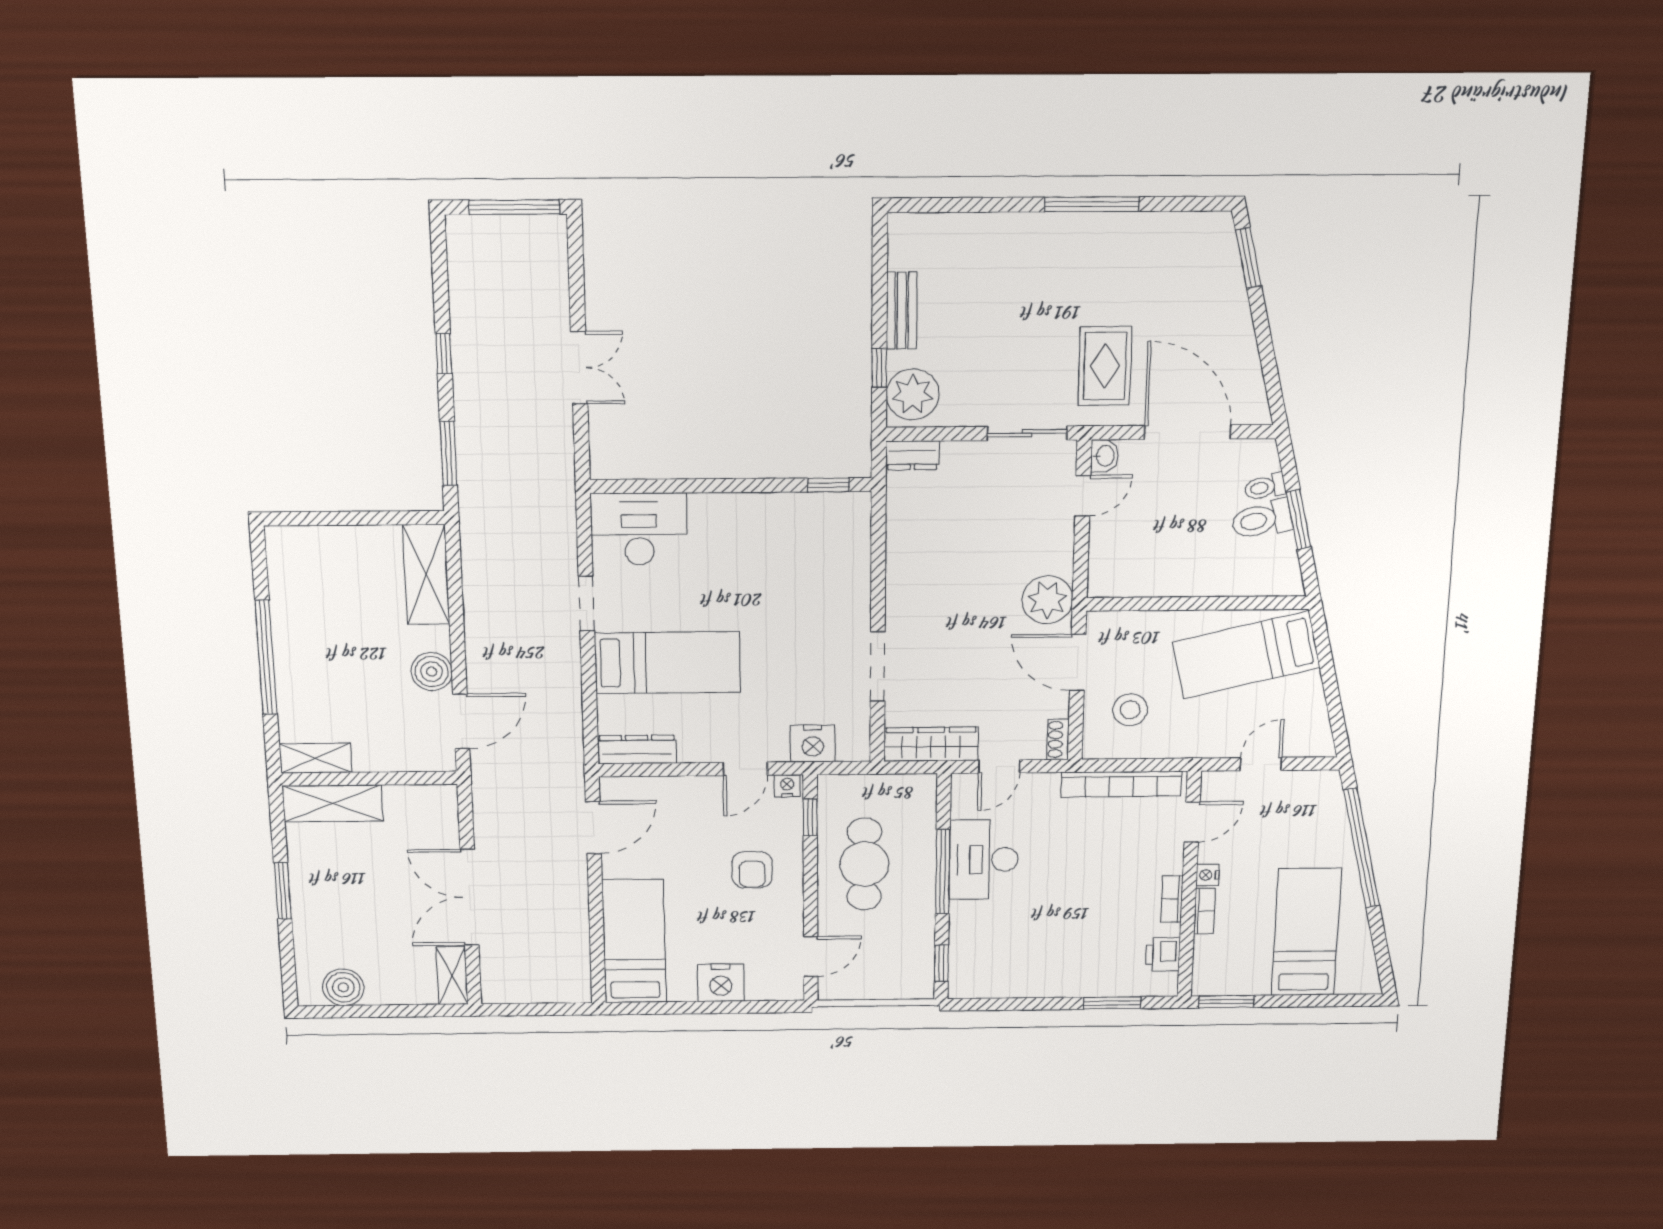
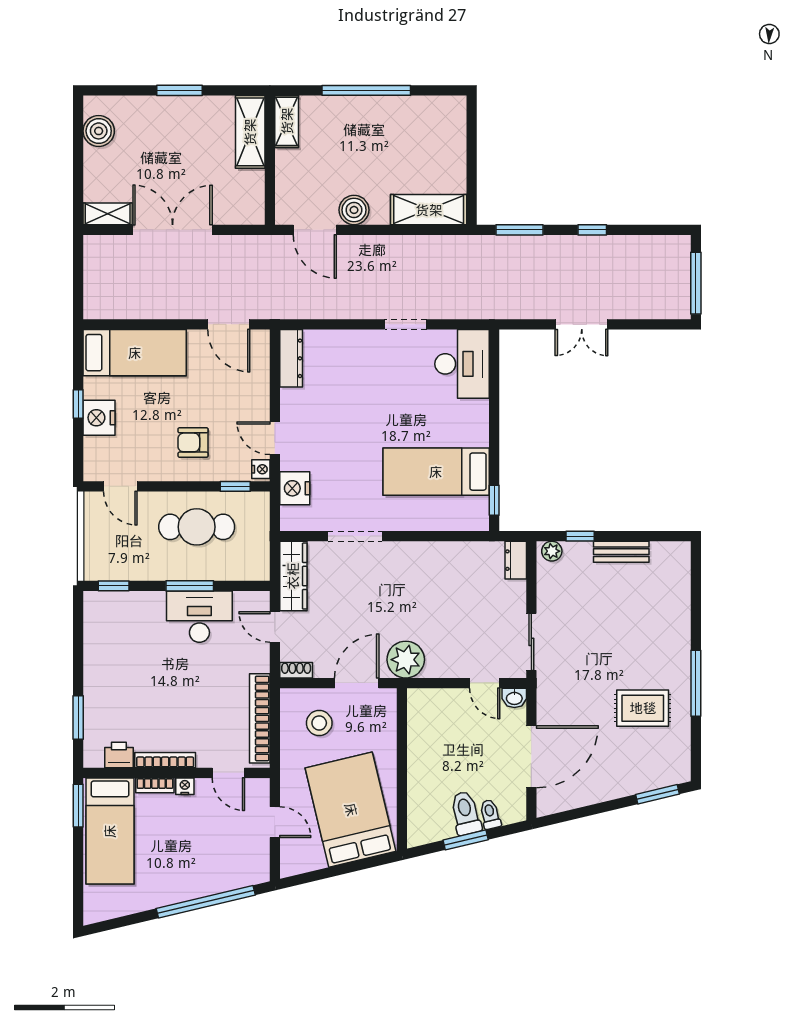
rug: (1105, 366) -> (643, 708), moved
plant: (913, 394) -> (552, 551), width x0.53, depth x0.53
bed: (1246, 655) -> (351, 810), width x1.50
bed: (668, 663) -> (436, 472), moved, turned 90
window: (943, 872) -> (190, 586), width x0.69
bookcase: (1172, 899) -> (165, 760), width x1.56
bed: (1306, 932) -> (110, 831), moved, turned 90
window: (703, 1008) -> (78, 404), added

